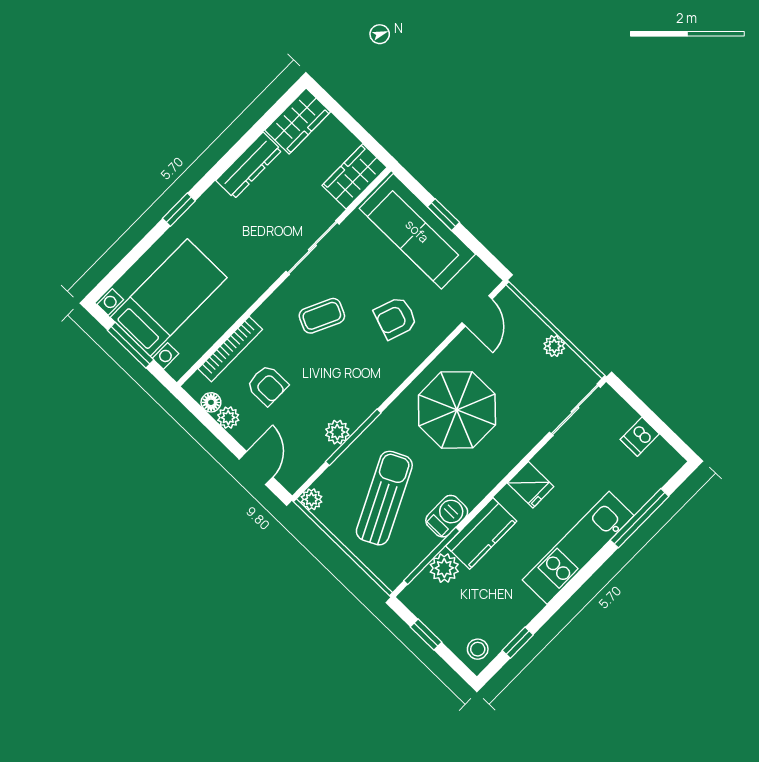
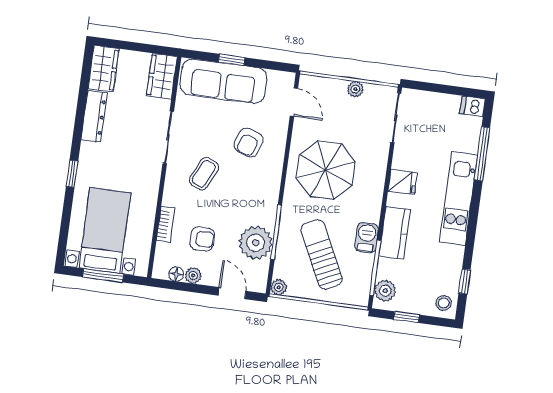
bookcase: (230, 349) -> (166, 224), width x0.64
plant: (337, 432) -> (256, 243), width x1.87, depth x1.87
dishwasher: (640, 437) -> (473, 106), moved, turned 90
plant: (444, 568) -> (385, 291), moved

